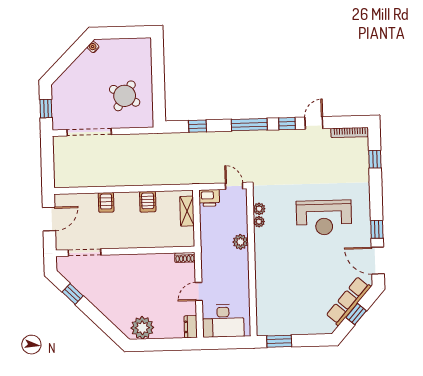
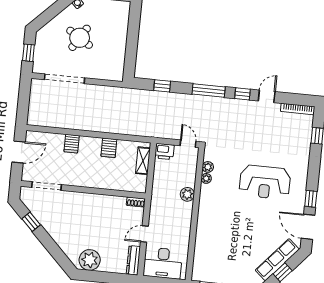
round table: (125, 96) -> (80, 38), moved
dresser: (191, 327) -> (133, 260), width x1.44

